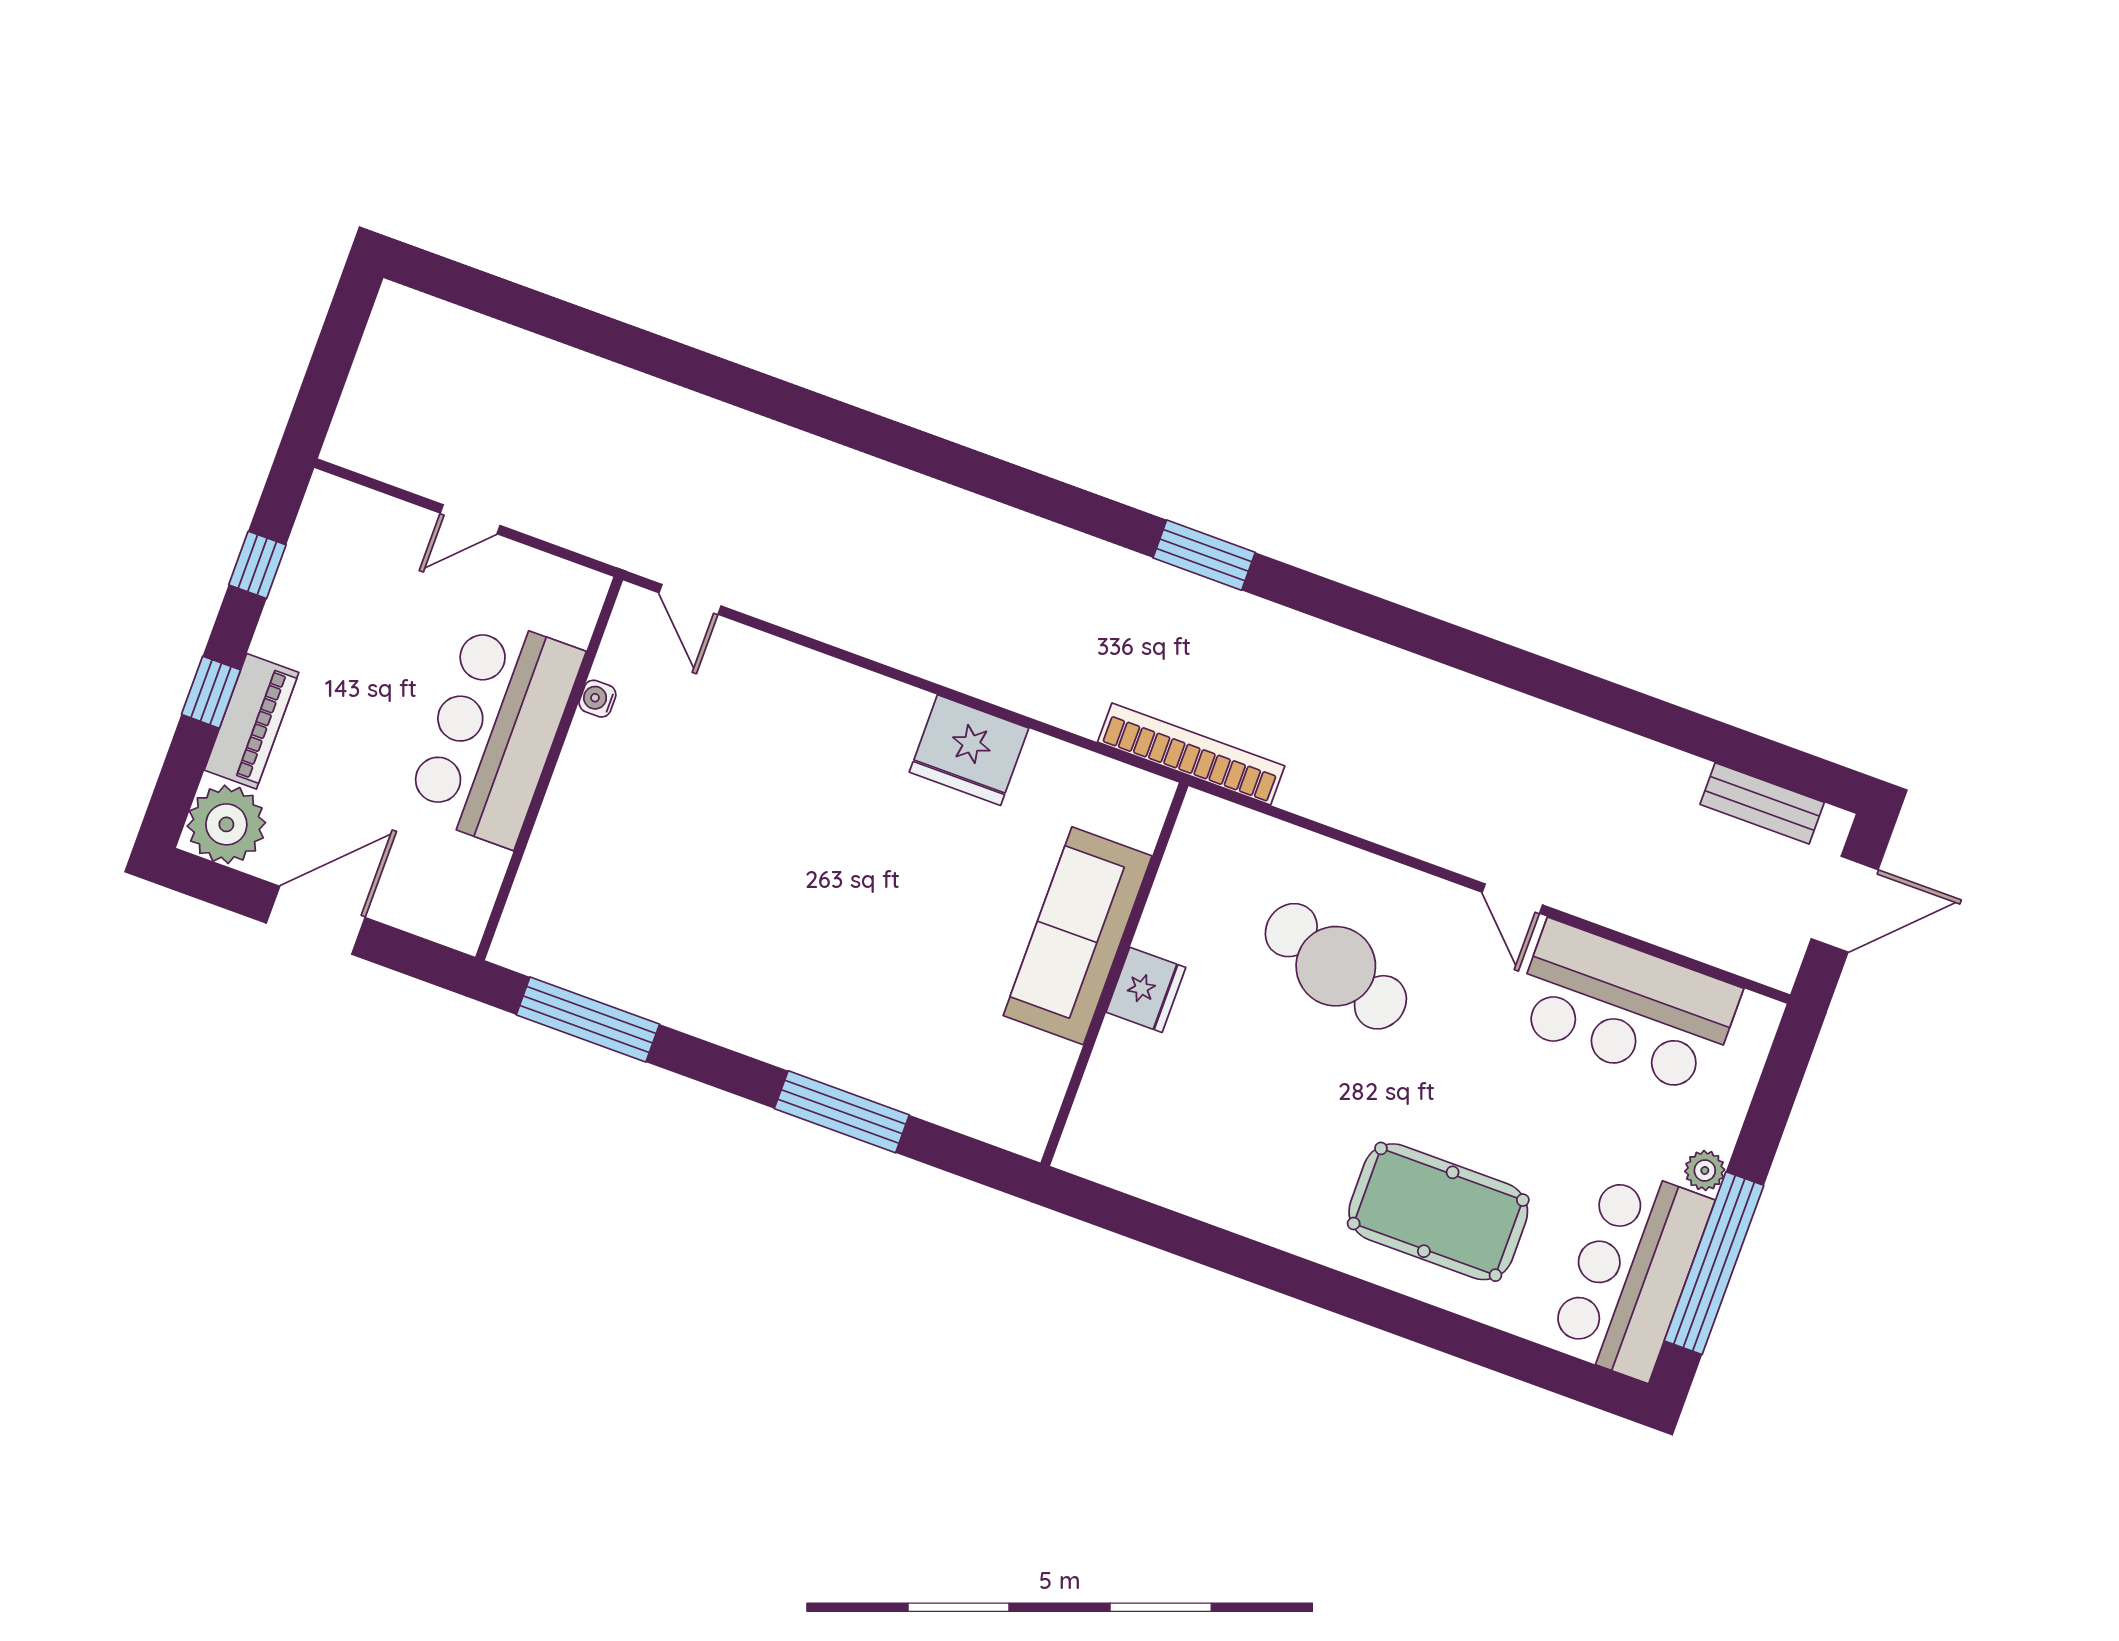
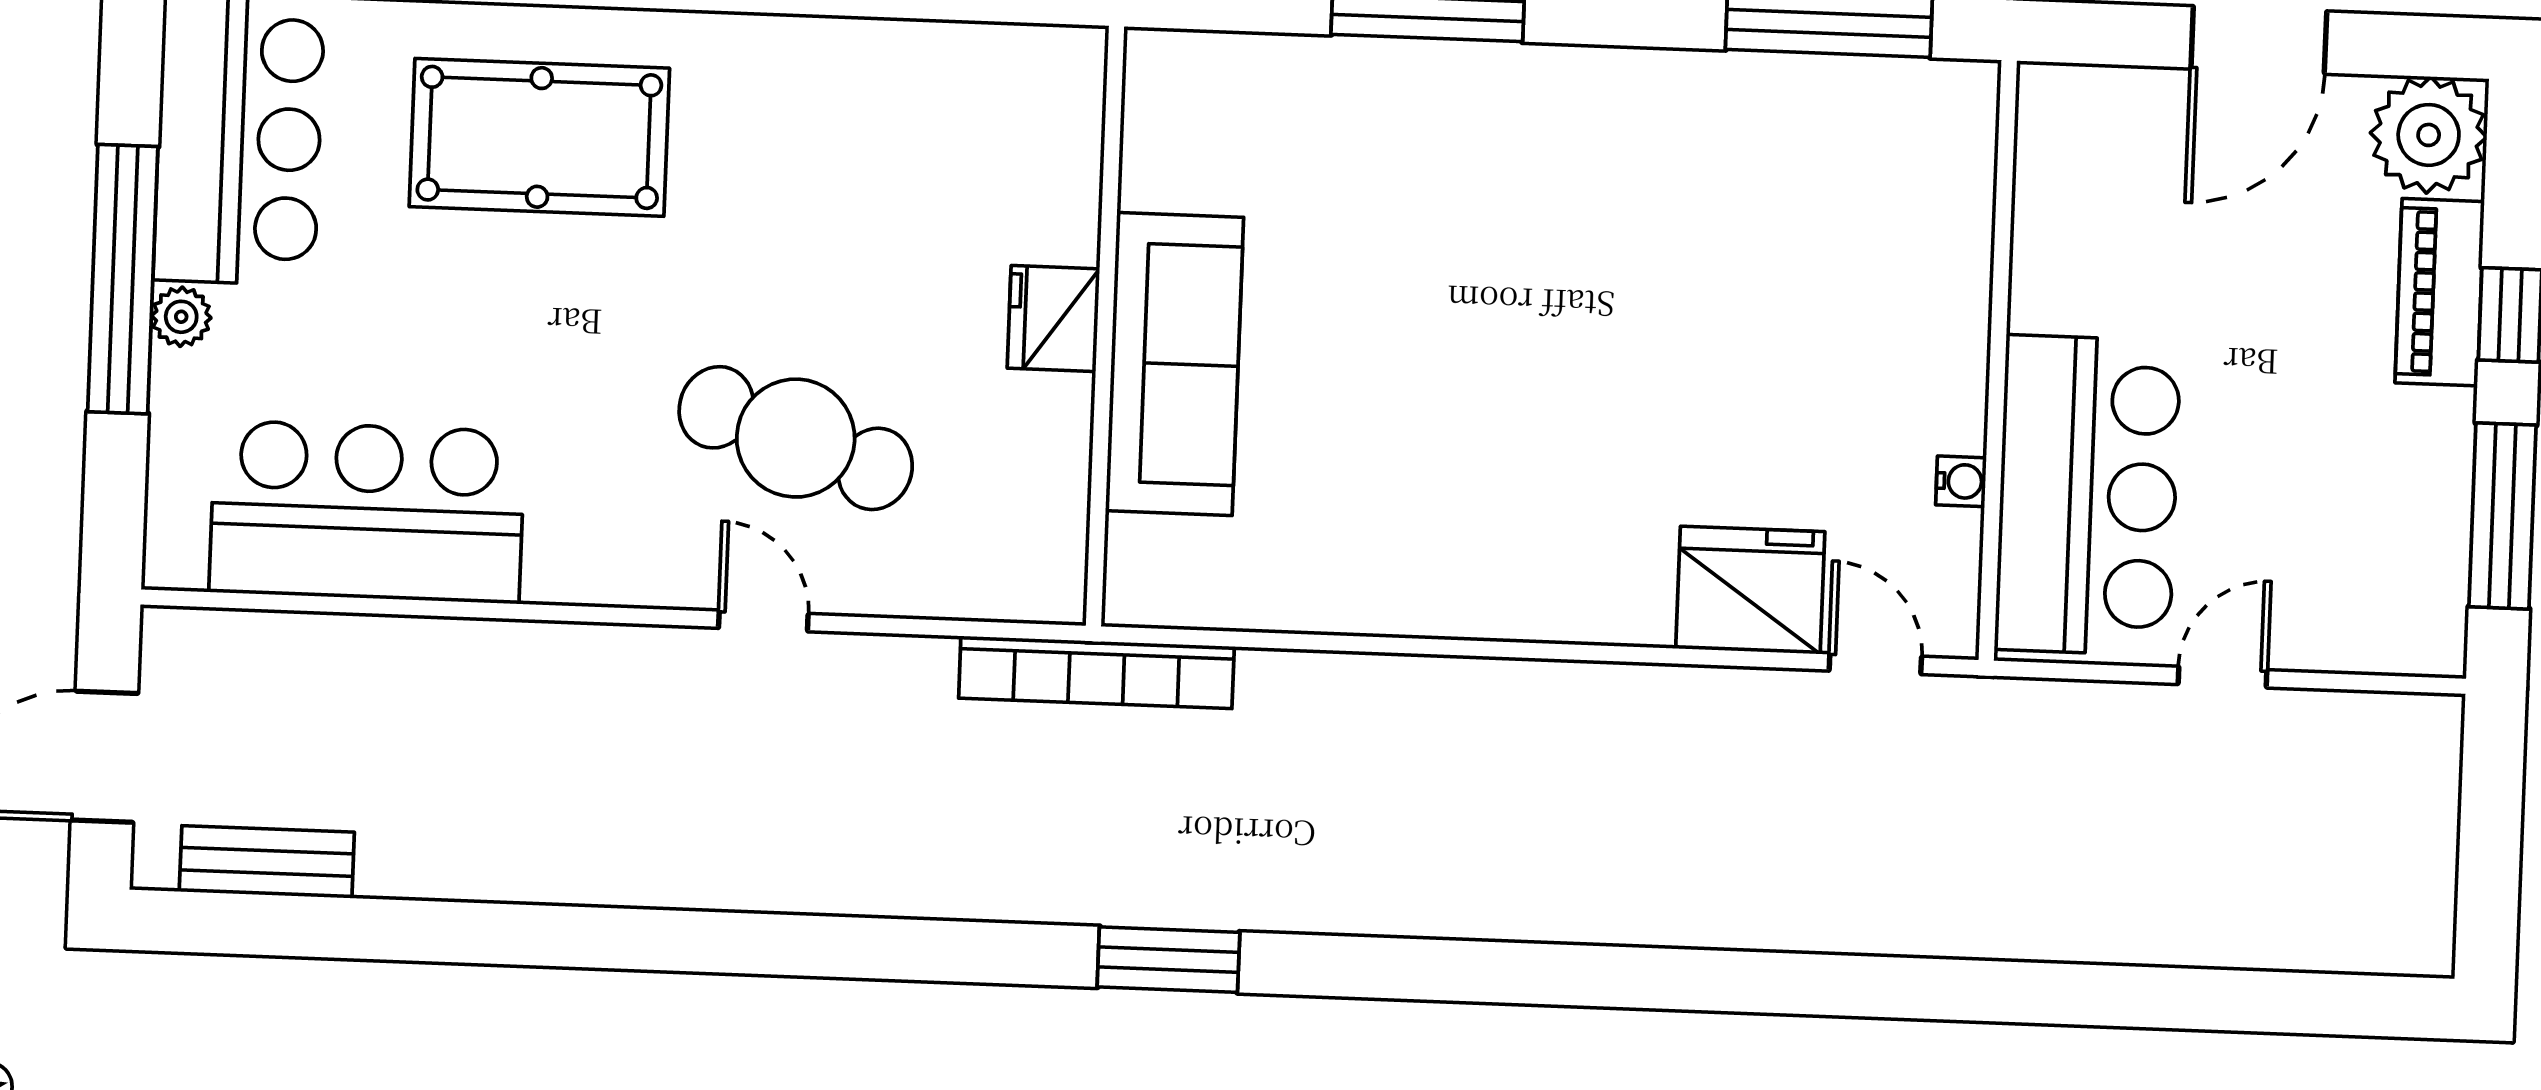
window: (257, 565) -> (2502, 516), width x2.17
bar counter: (495, 731) -> (2088, 495), moved
fridge: (969, 750) -> (1750, 590), moved
door: (1512, 899) -> (763, 621), moved
window: (1714, 1263) -> (123, 279), moved

